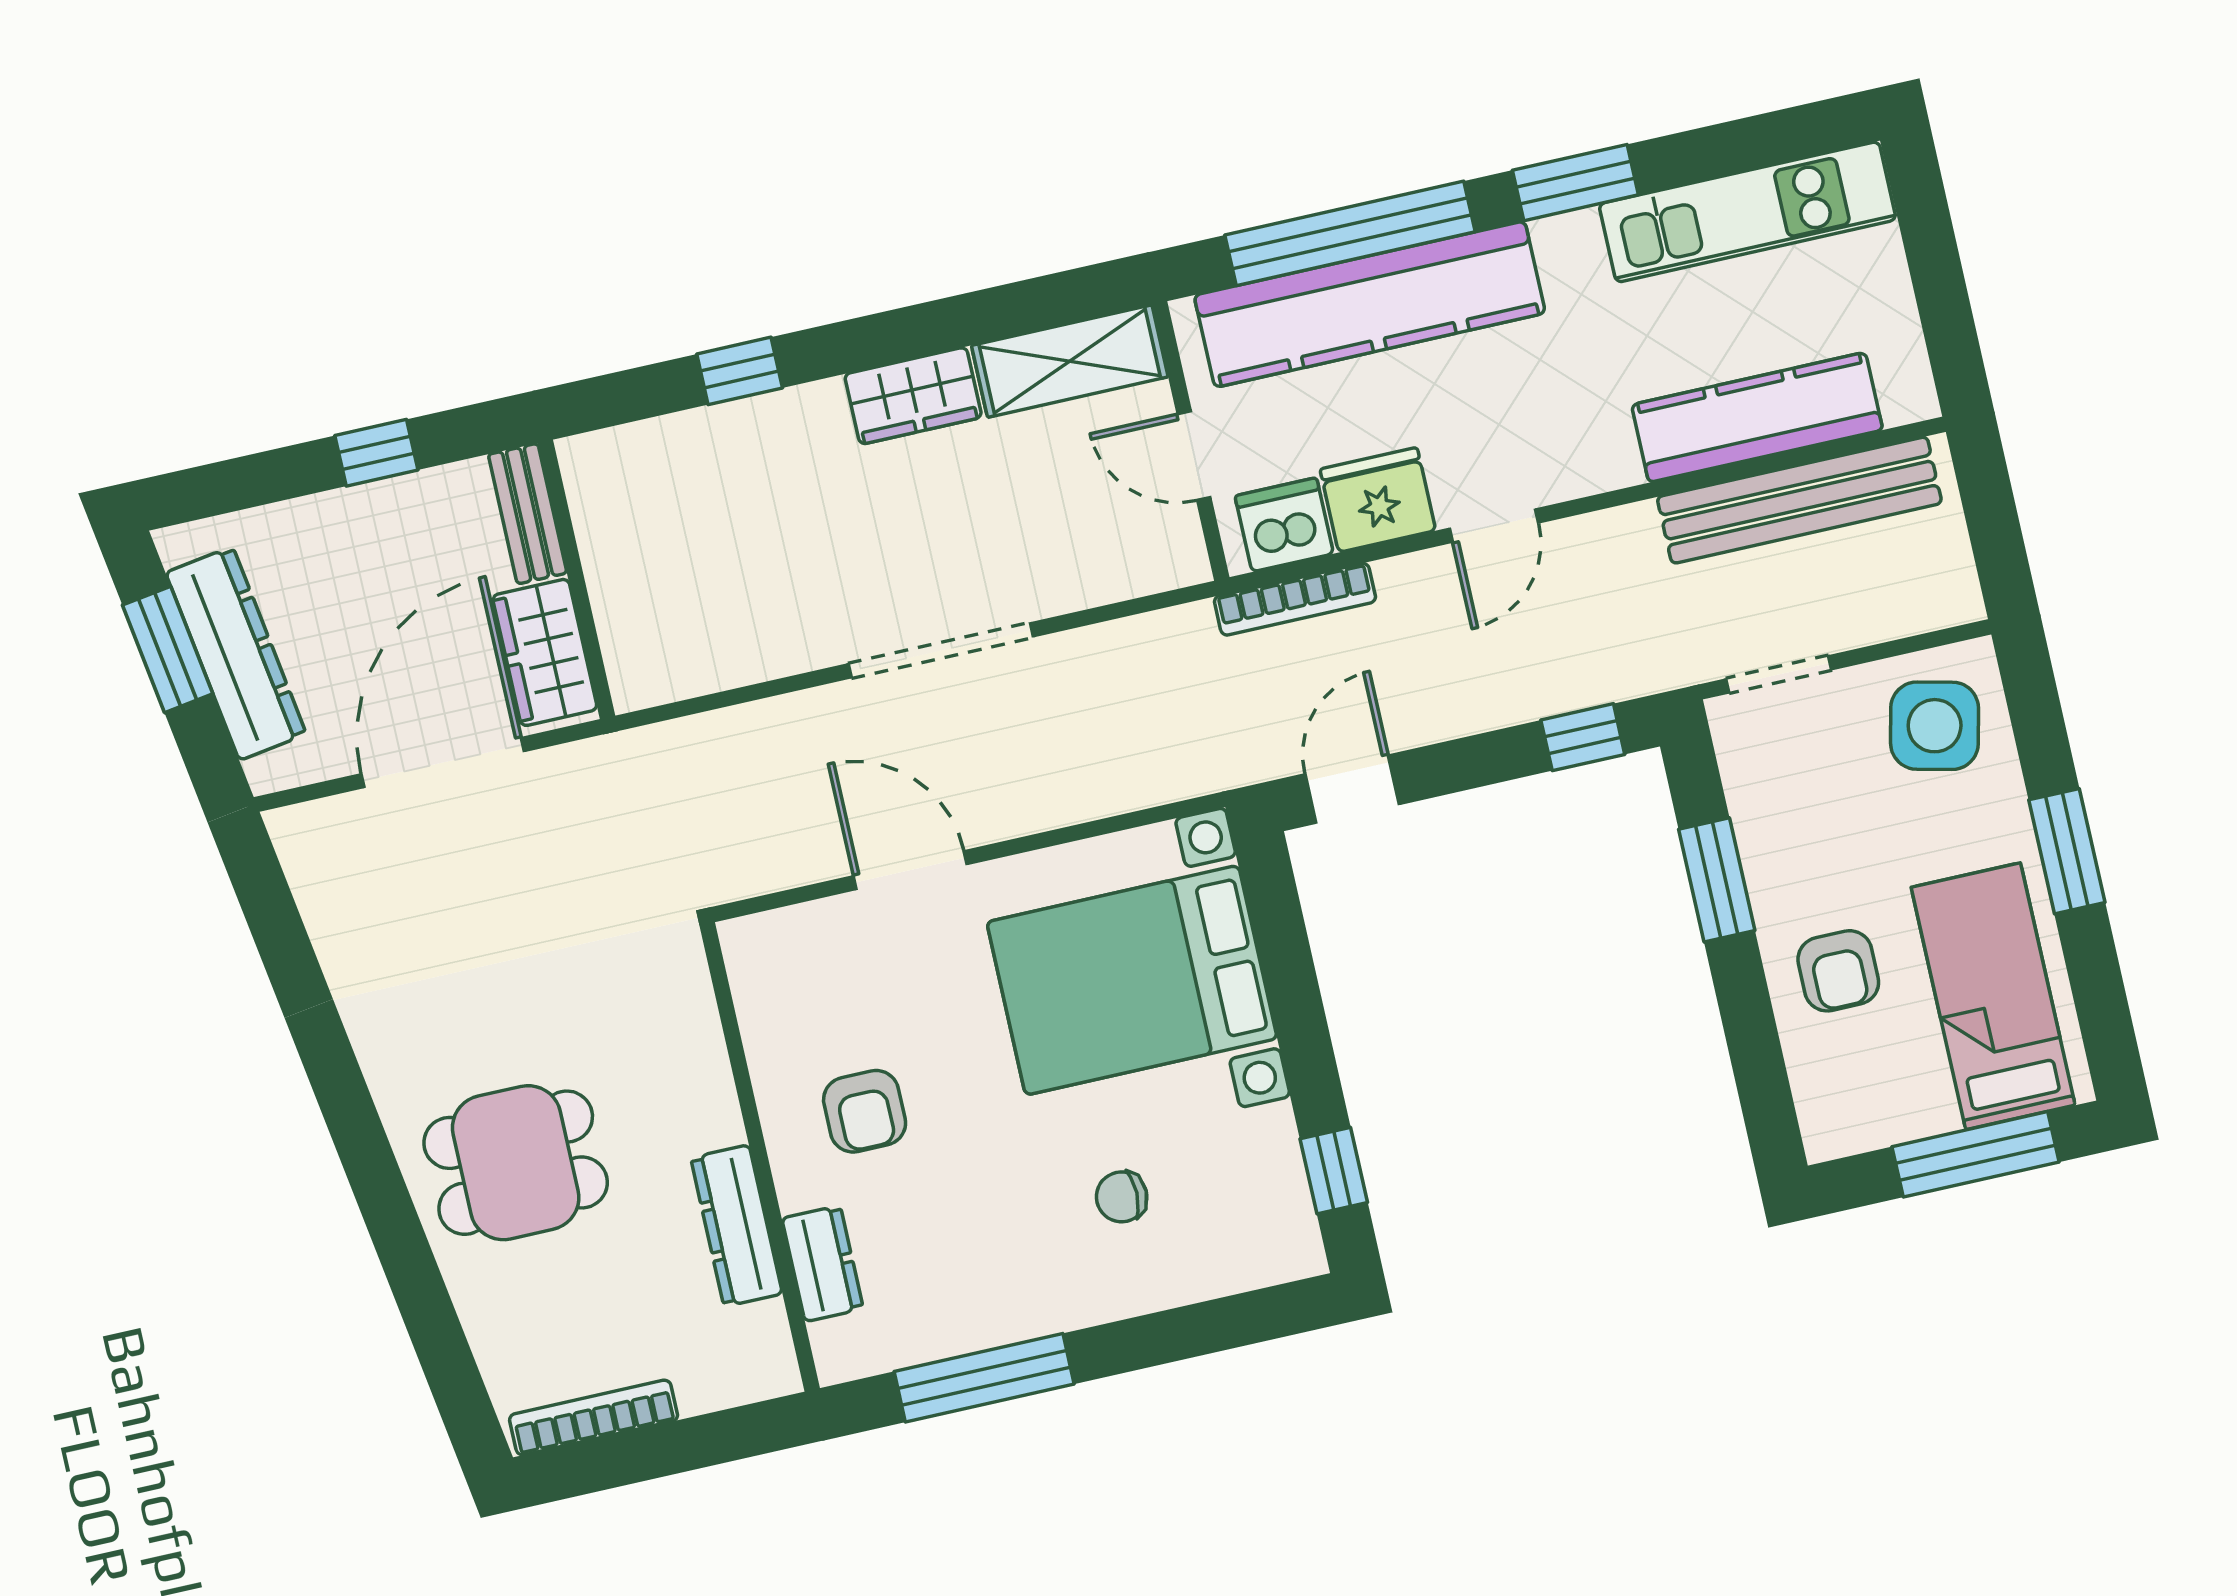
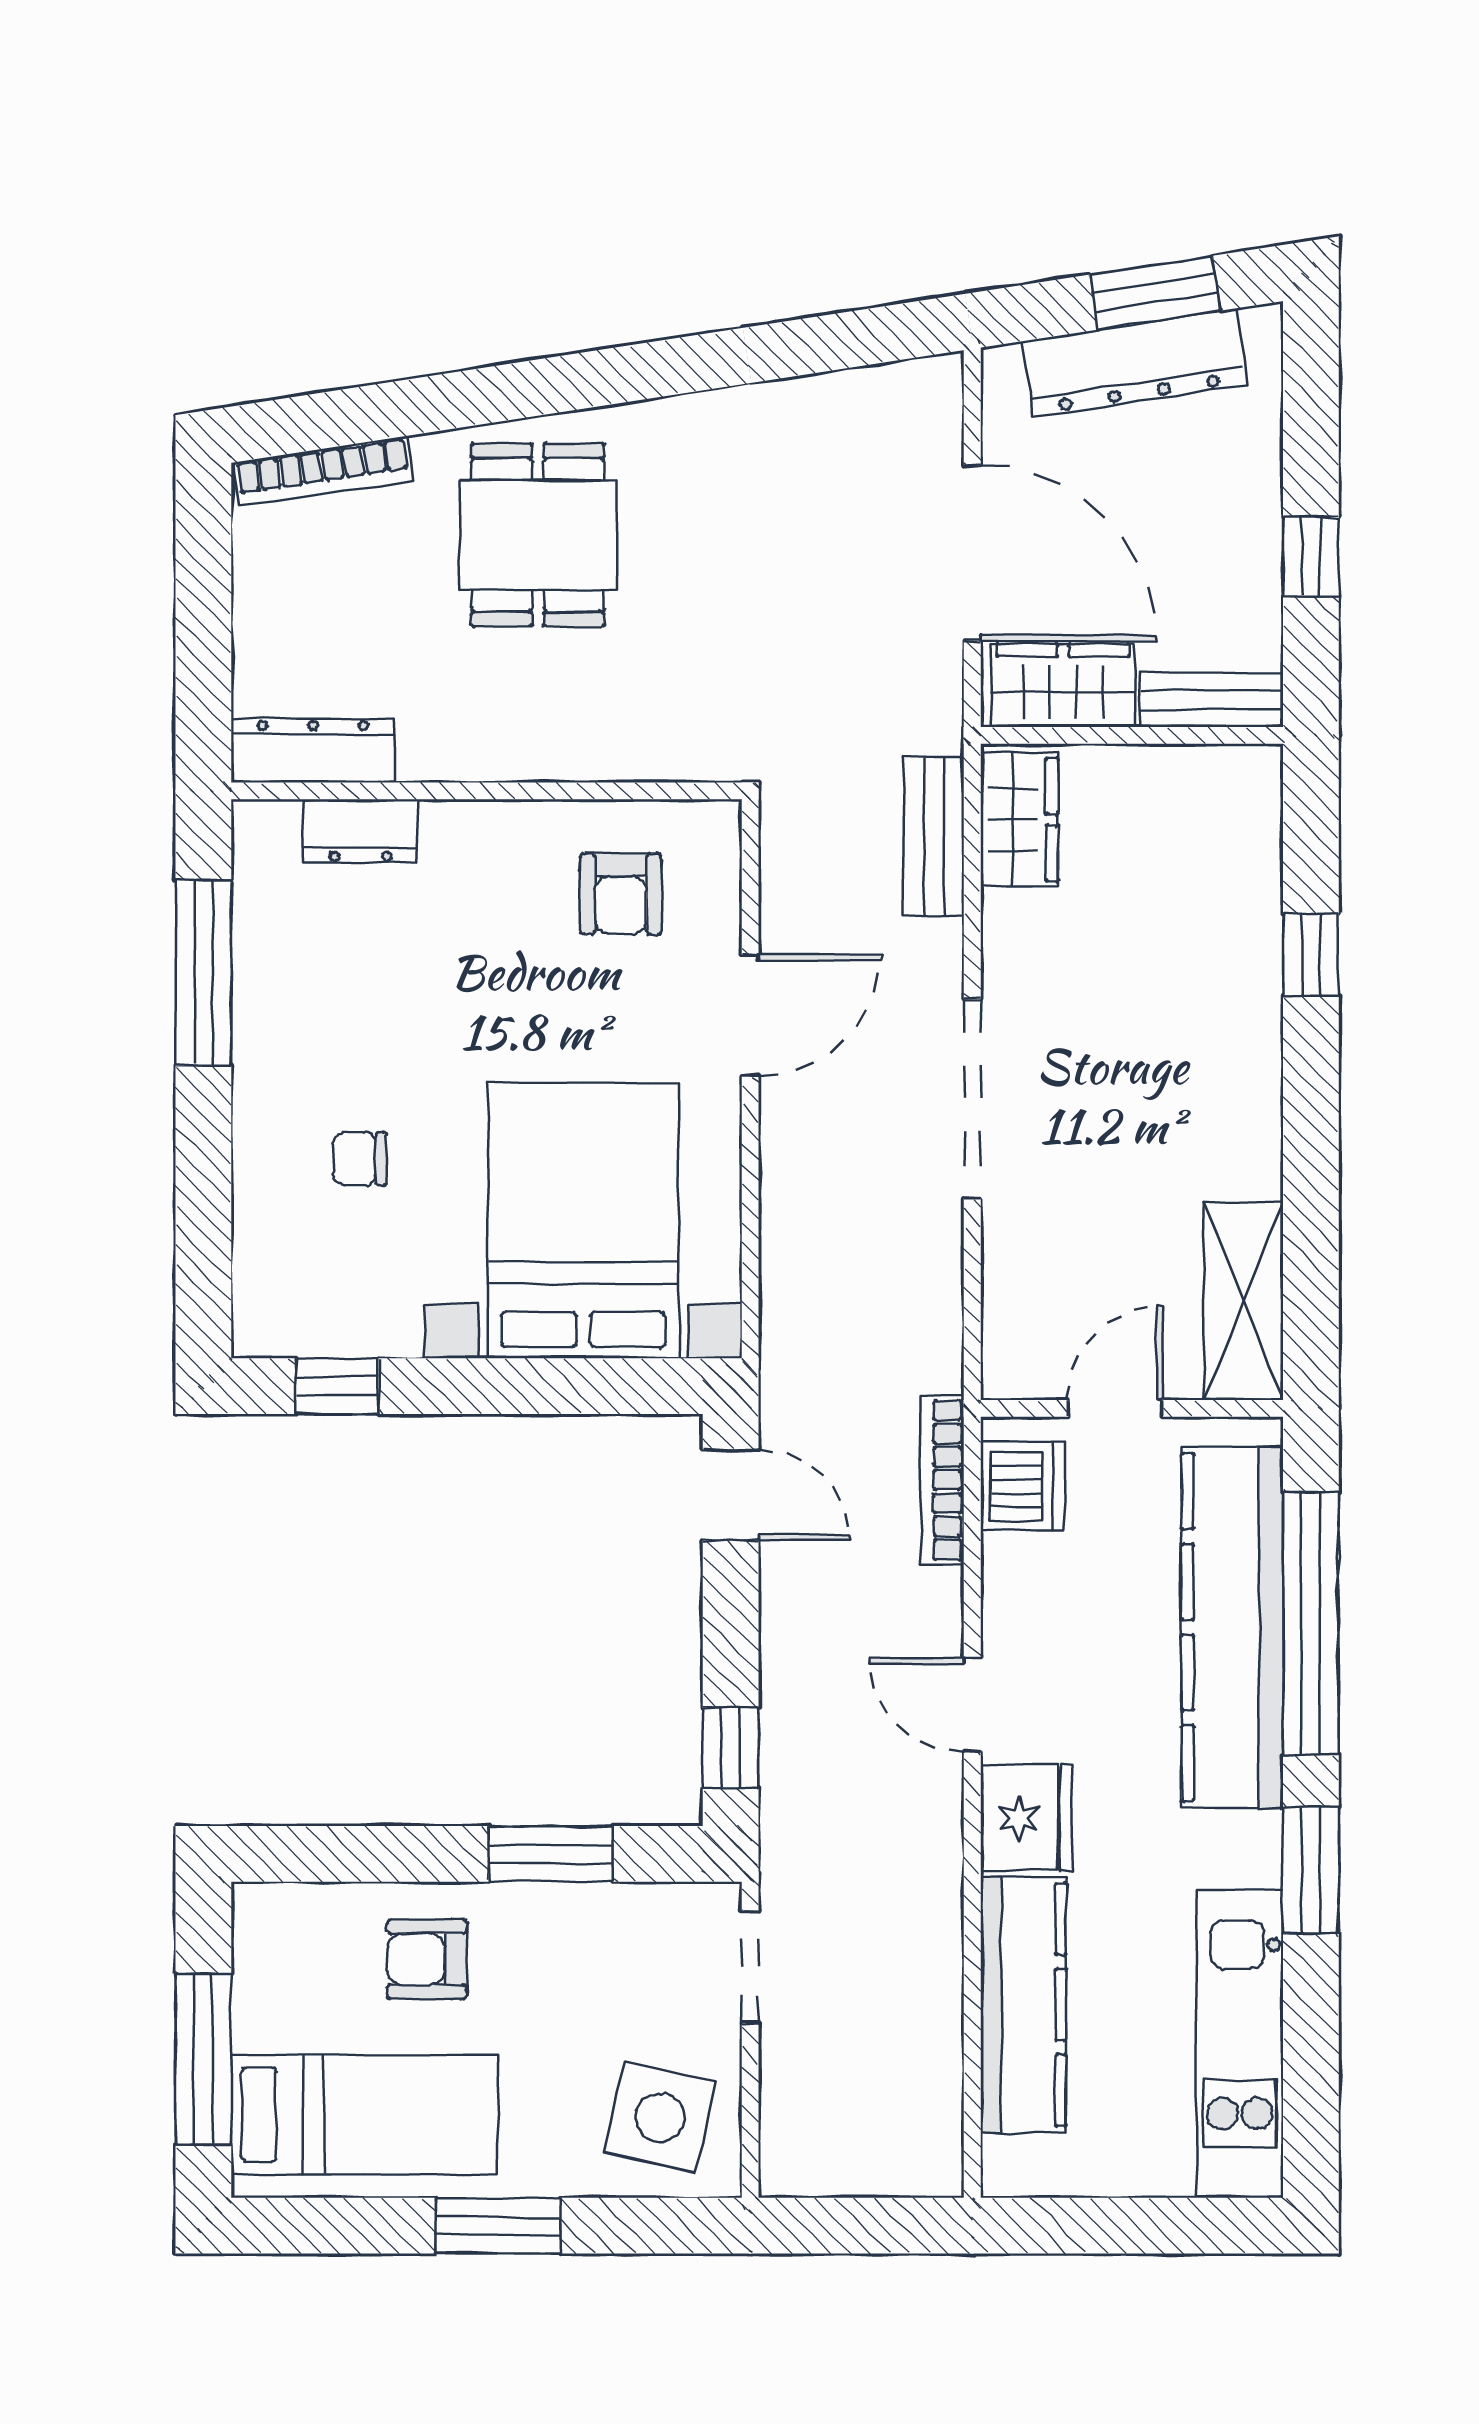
wardrobe: (913, 396) -> (1019, 819), moved, turned 180
fridge: (1378, 500) -> (1026, 1818), moved
bench: (1799, 500) -> (934, 837), moved, width x0.54, depth x0.82
armchair: (865, 1111) -> (621, 894), moved, turned -90
chair: (1122, 1197) -> (360, 1159), turned -90
dresser: (737, 1226) -> (313, 751), moved
bookcase: (594, 1418) -> (323, 472), moved, turned 81

